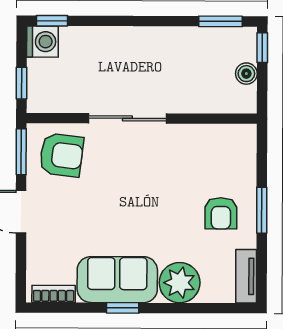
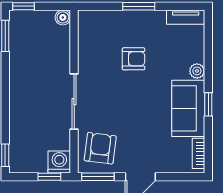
washing machine: (42, 42) -> (59, 162), moved
boiler: (246, 74) -> (63, 17), moved
armchair: (221, 213) -> (134, 59), moved
plant: (180, 283) -> (197, 71), width x0.53, depth x0.53

